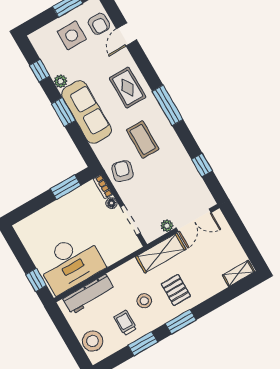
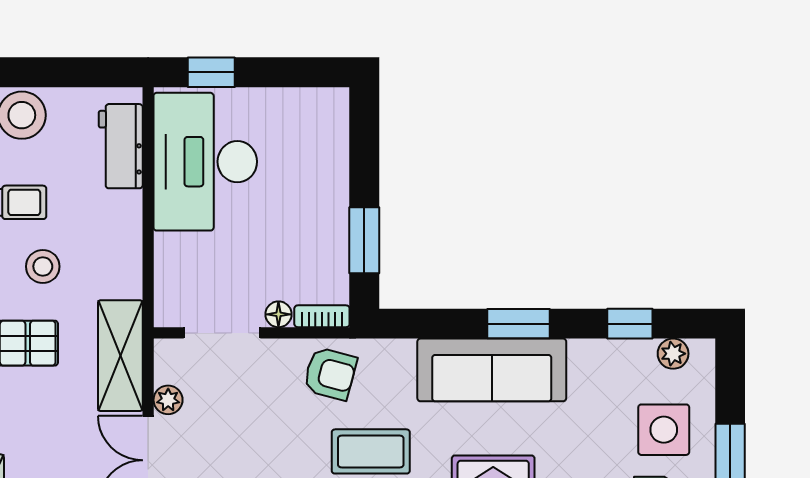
plant: (61, 81) -> (673, 354), moved
workbench: (89, 294) -> (121, 146), width x0.73

